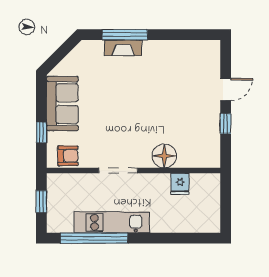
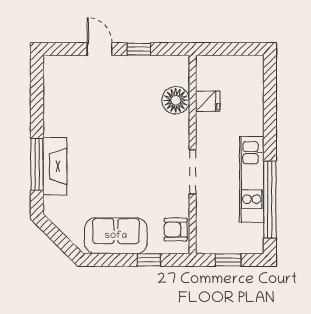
fireplace: (123, 48) -> (55, 166), width x1.37, depth x1.32
armchair: (68, 156) -> (176, 230), turned -90
floor lamp: (164, 156) -> (176, 100), moved

